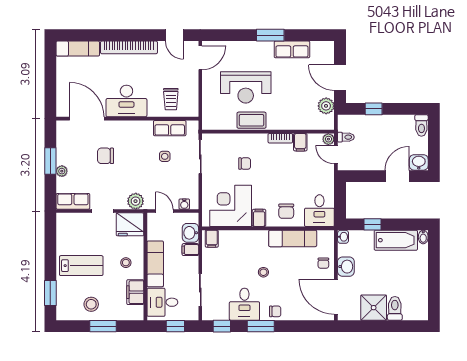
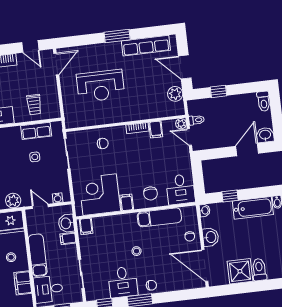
row of seats: (292, 49) -> (146, 46), width x1.48
coffee table: (252, 120) -> (109, 115), removed
chair: (245, 164) -> (103, 143), moved

